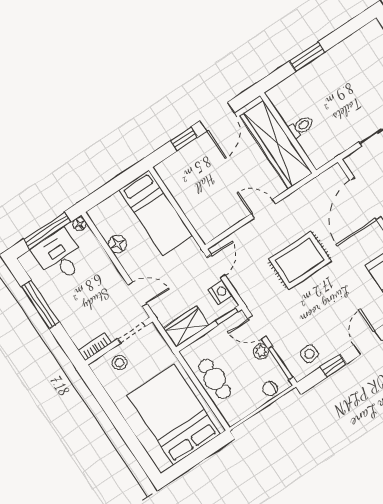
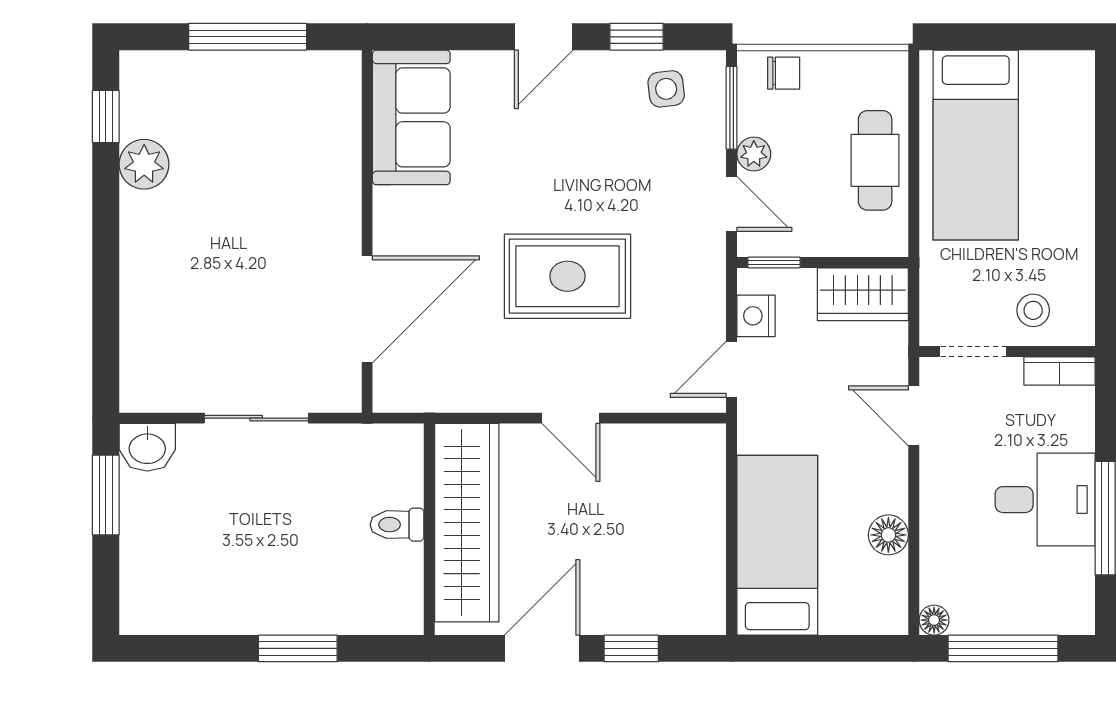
desk: (60, 256) -> (1045, 500), moved, turned -90
bed: (174, 415) -> (976, 145), width x0.67

